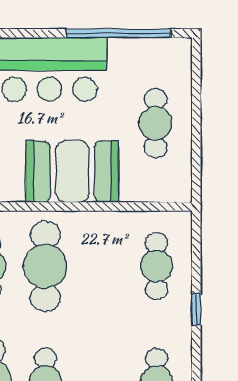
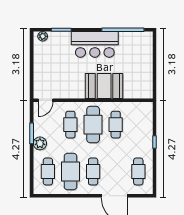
cafe table: (156, 123) -> (138, 66), removed
cafe table: (156, 266) -> (116, 125), moved

